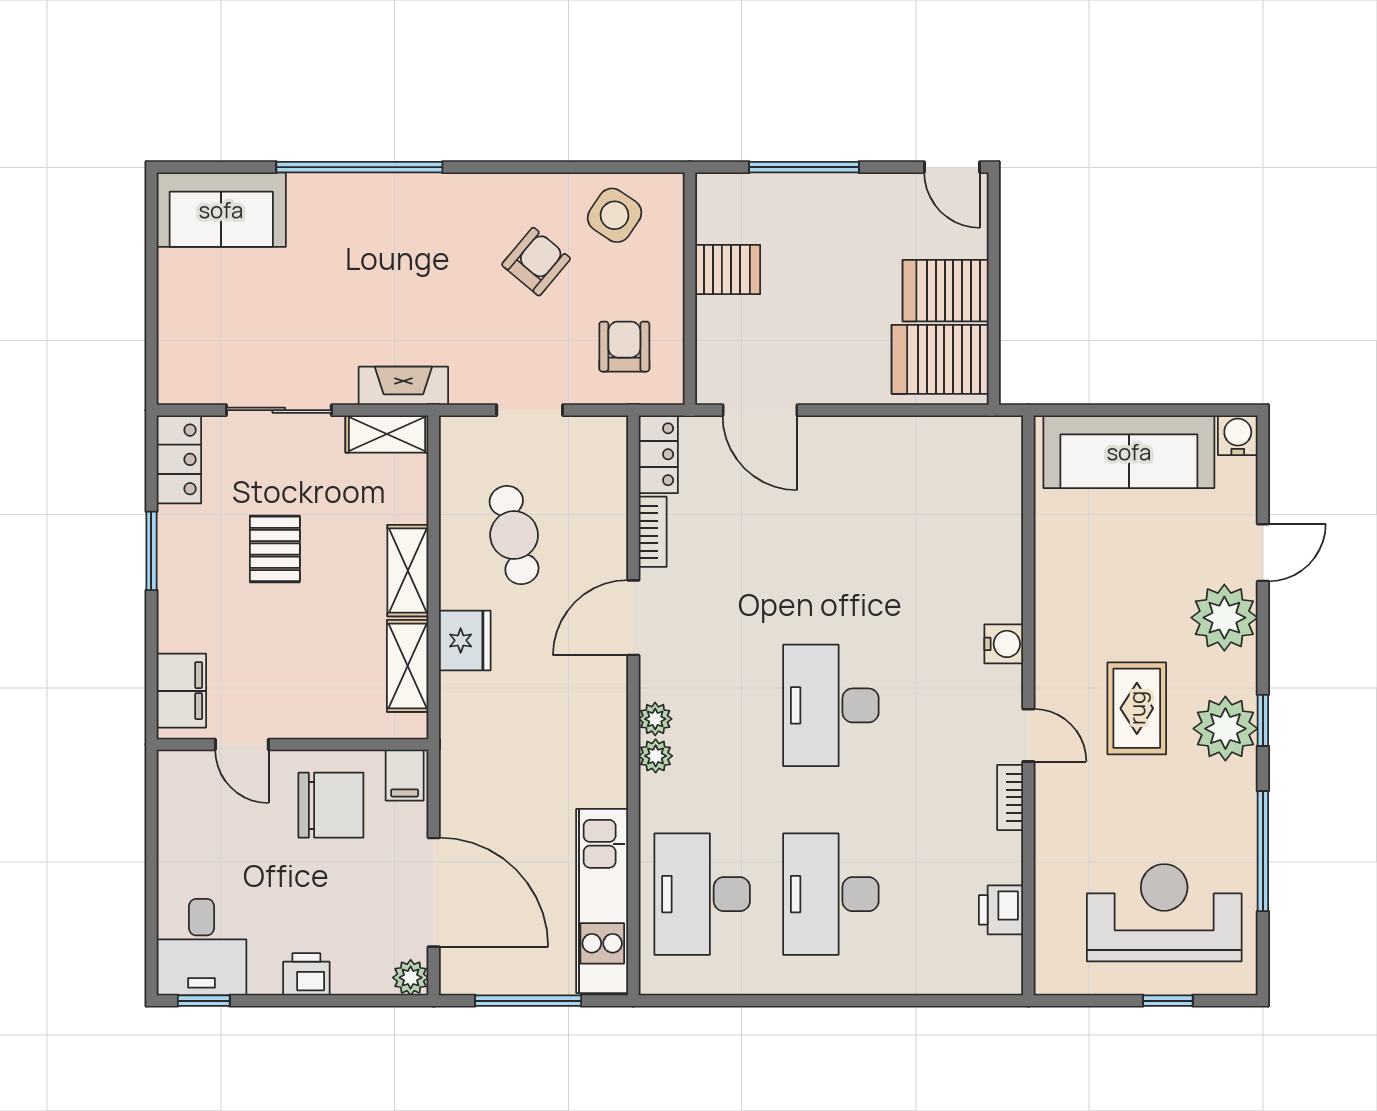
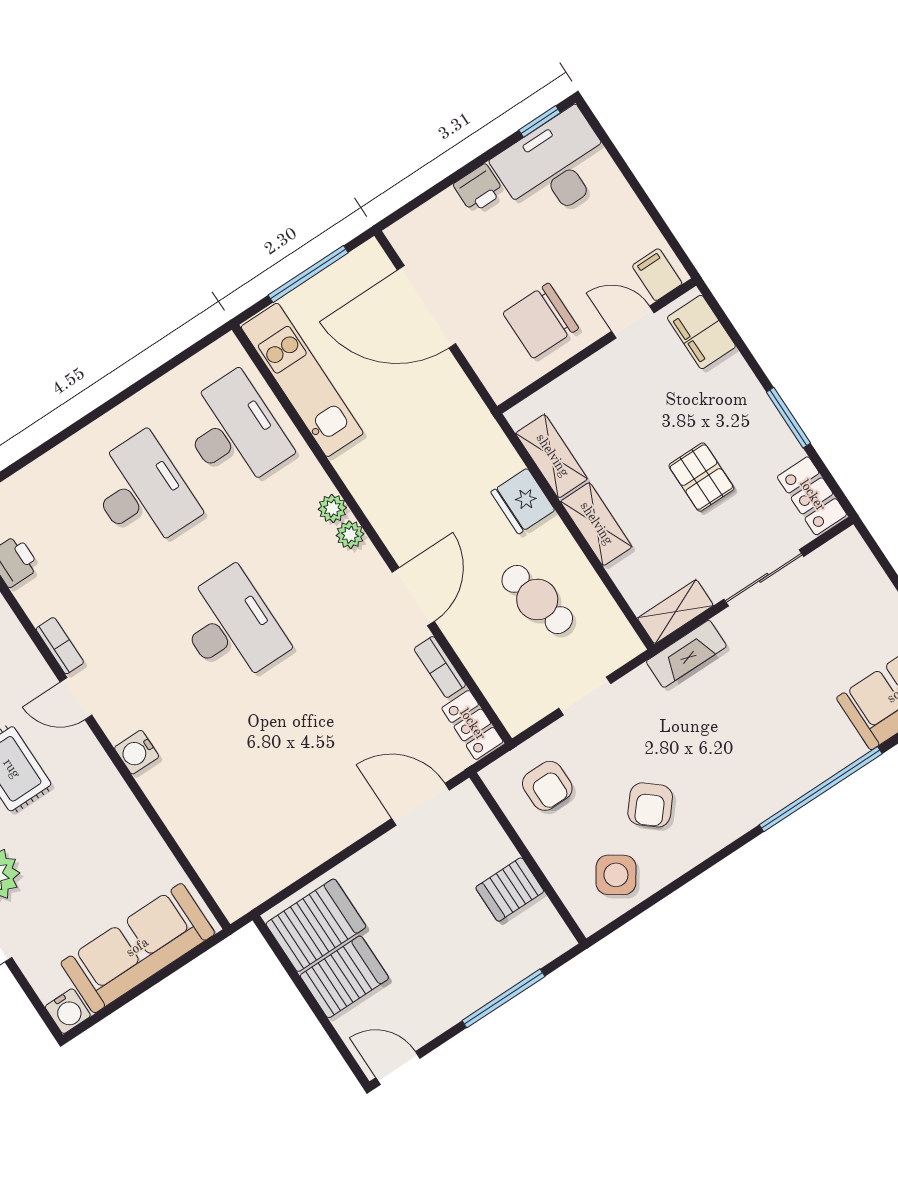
filing cabinet: (405, 775) -> (657, 275), moved
desk: (201, 947) -> (554, 166), width x1.37
plant: (411, 978) -> (403, 235), removed

